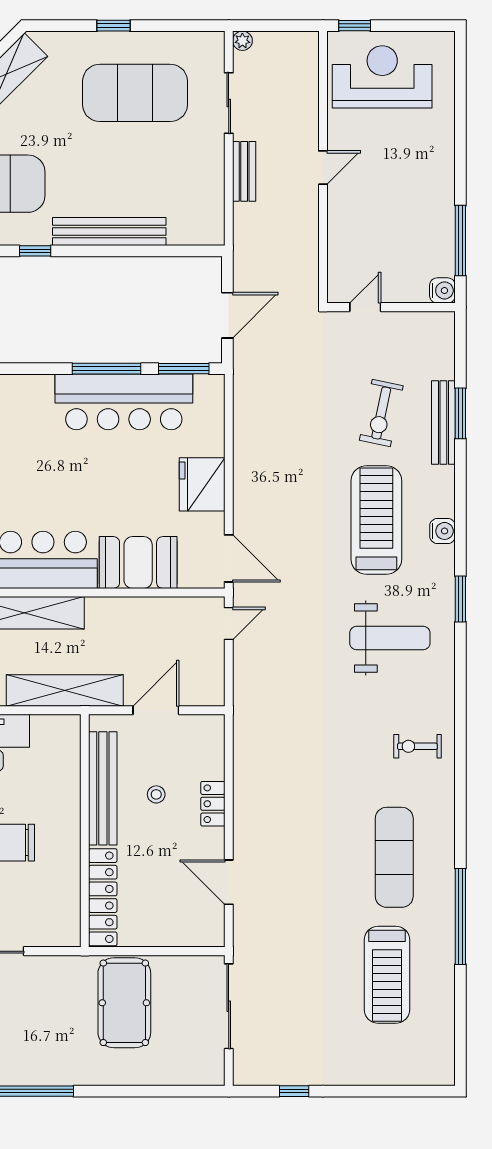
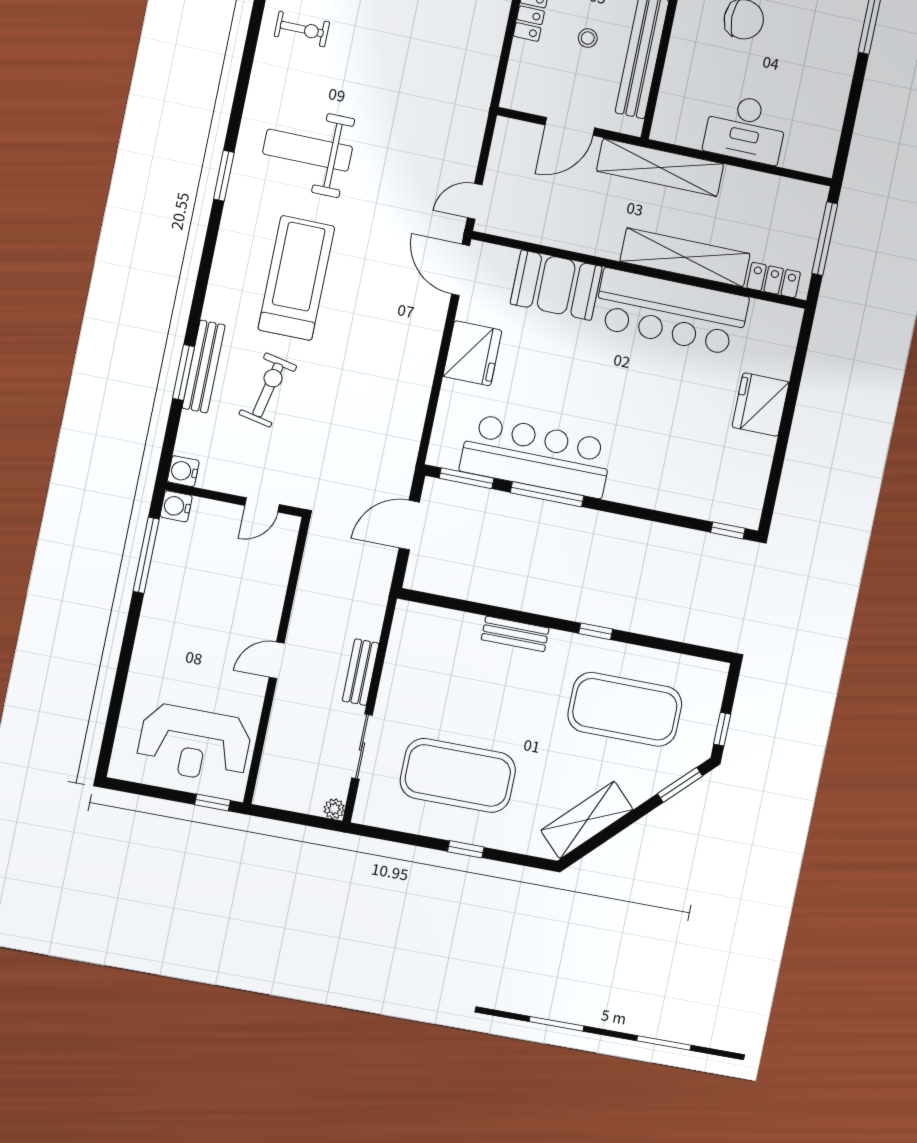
bench: (109, 232) -> (515, 634), width x0.54, depth x0.82
treadmill: (376, 520) -> (296, 278), turned 180
water cooler: (443, 531) -> (183, 471), moved

